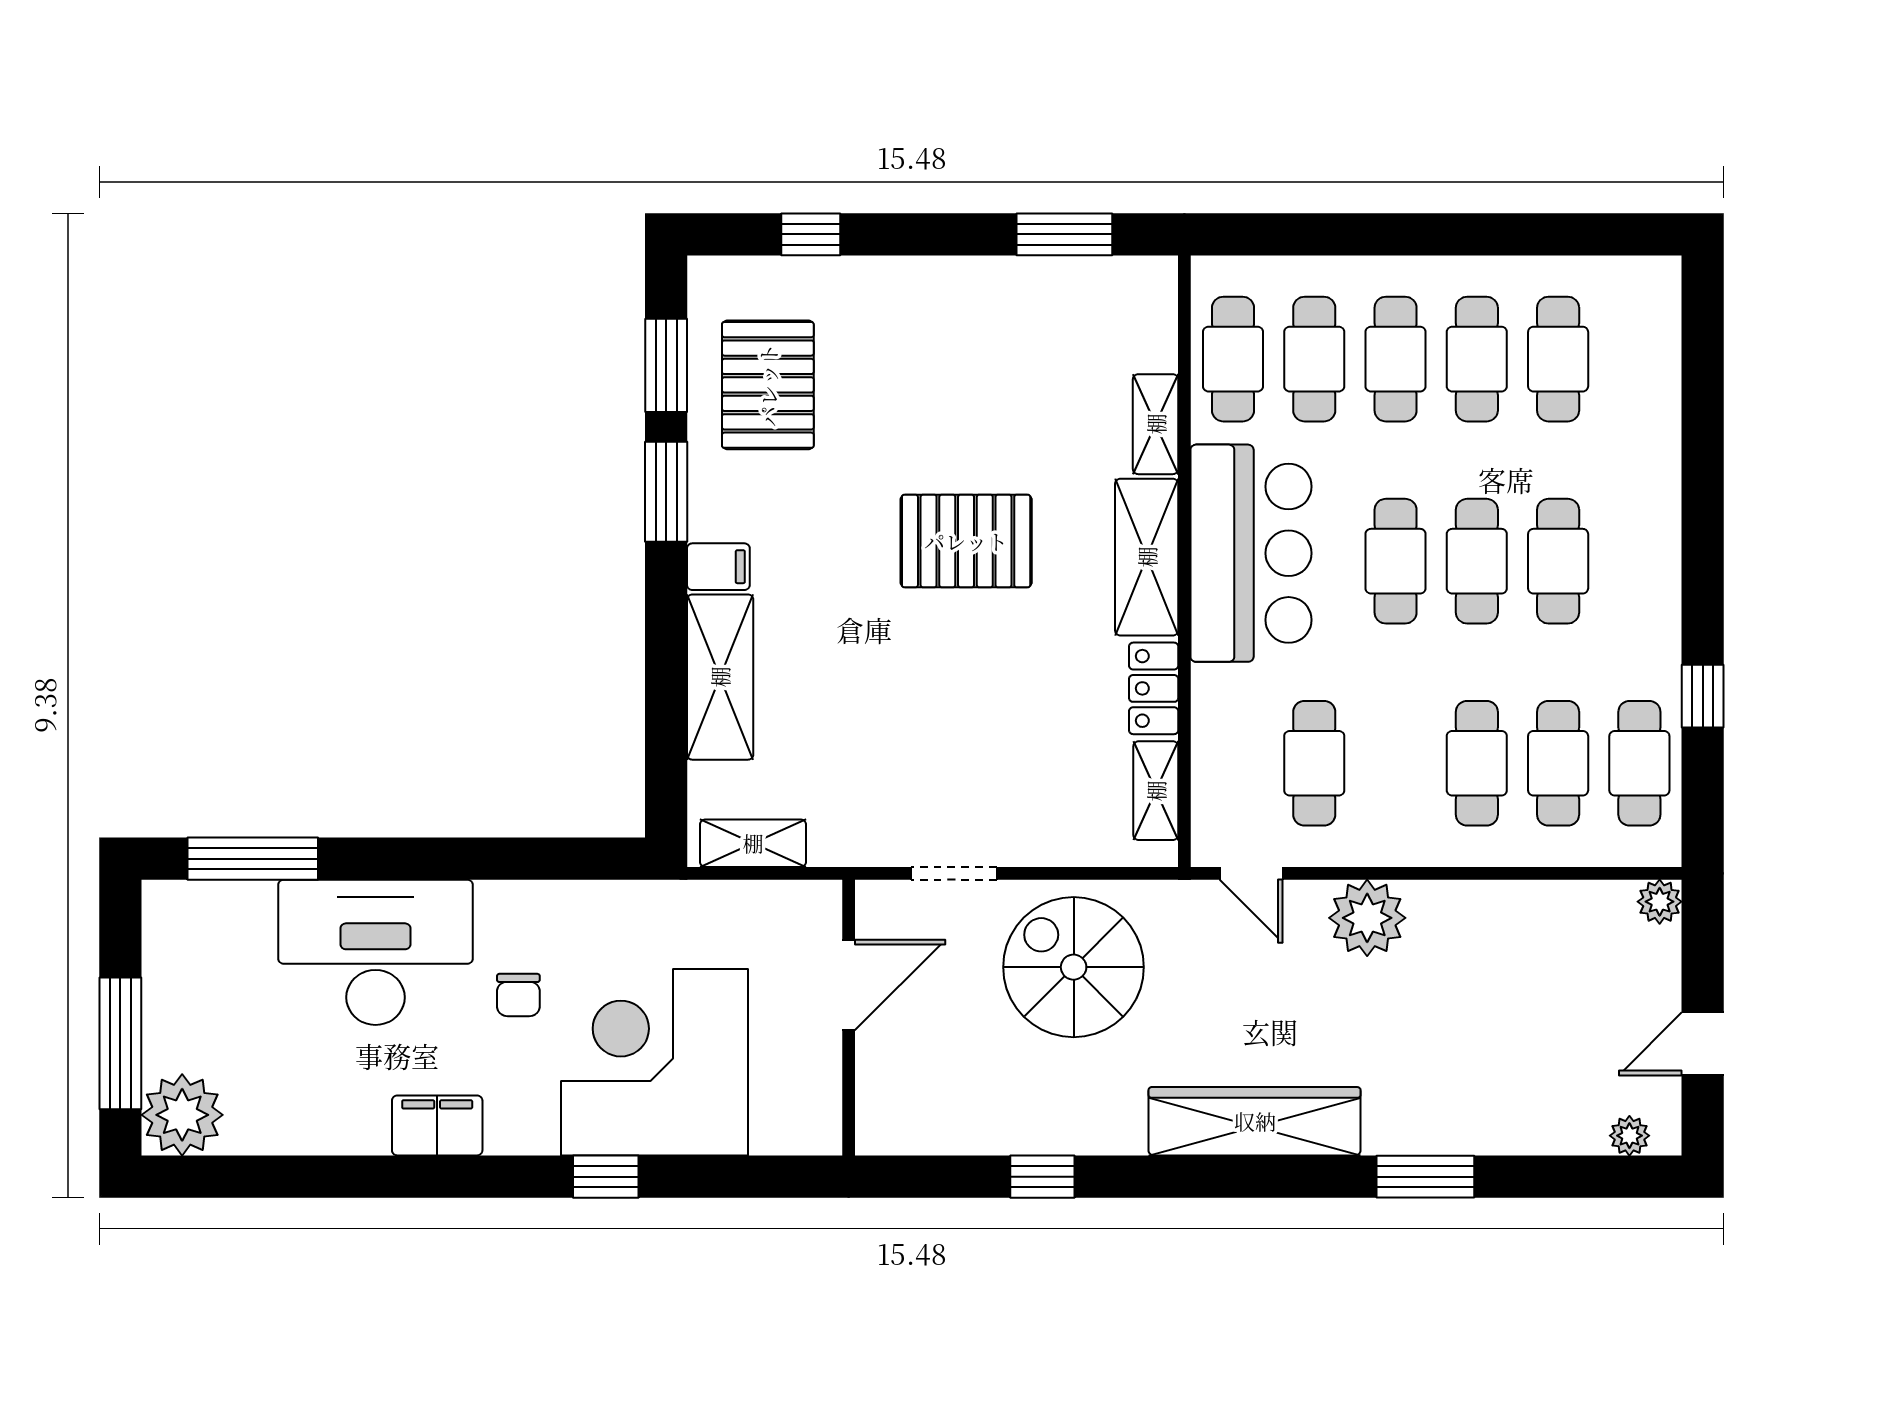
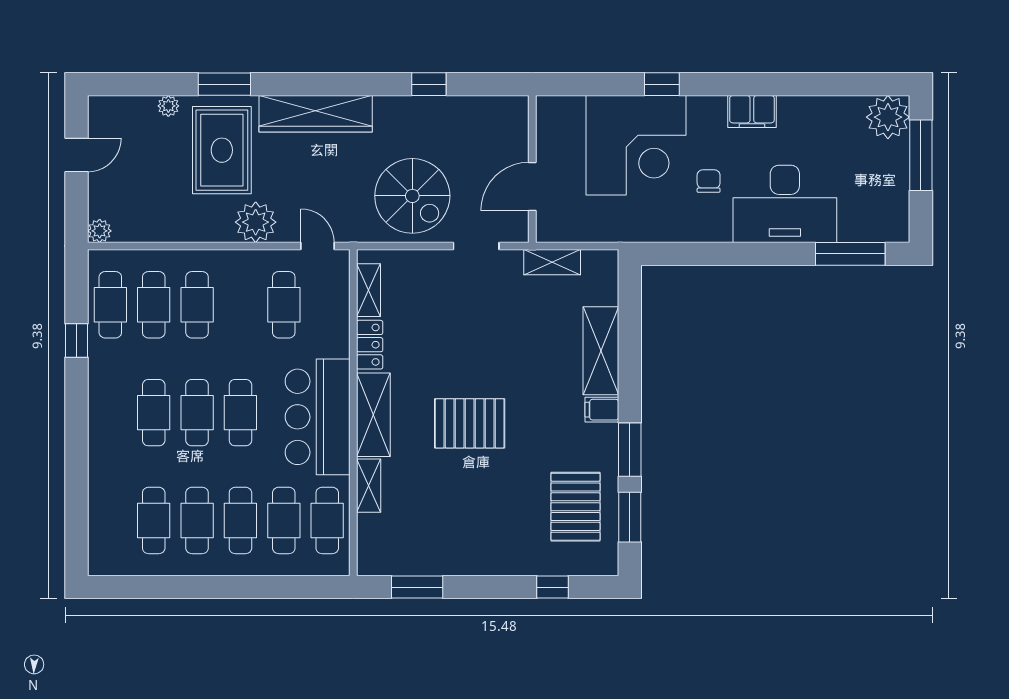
shelving: (753, 843) -> (552, 262), moved
rug: (1430, 1053) -> (222, 150), added
plant: (1629, 1136) -> (168, 106), moved

